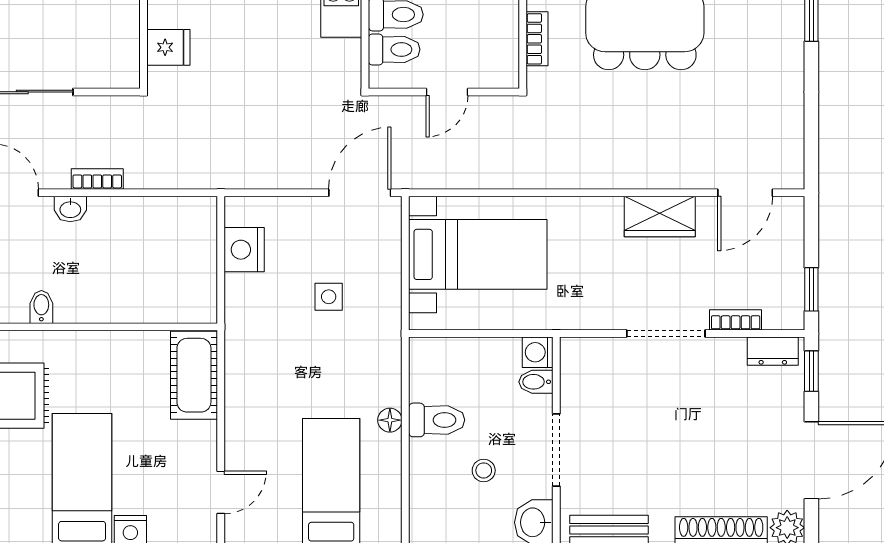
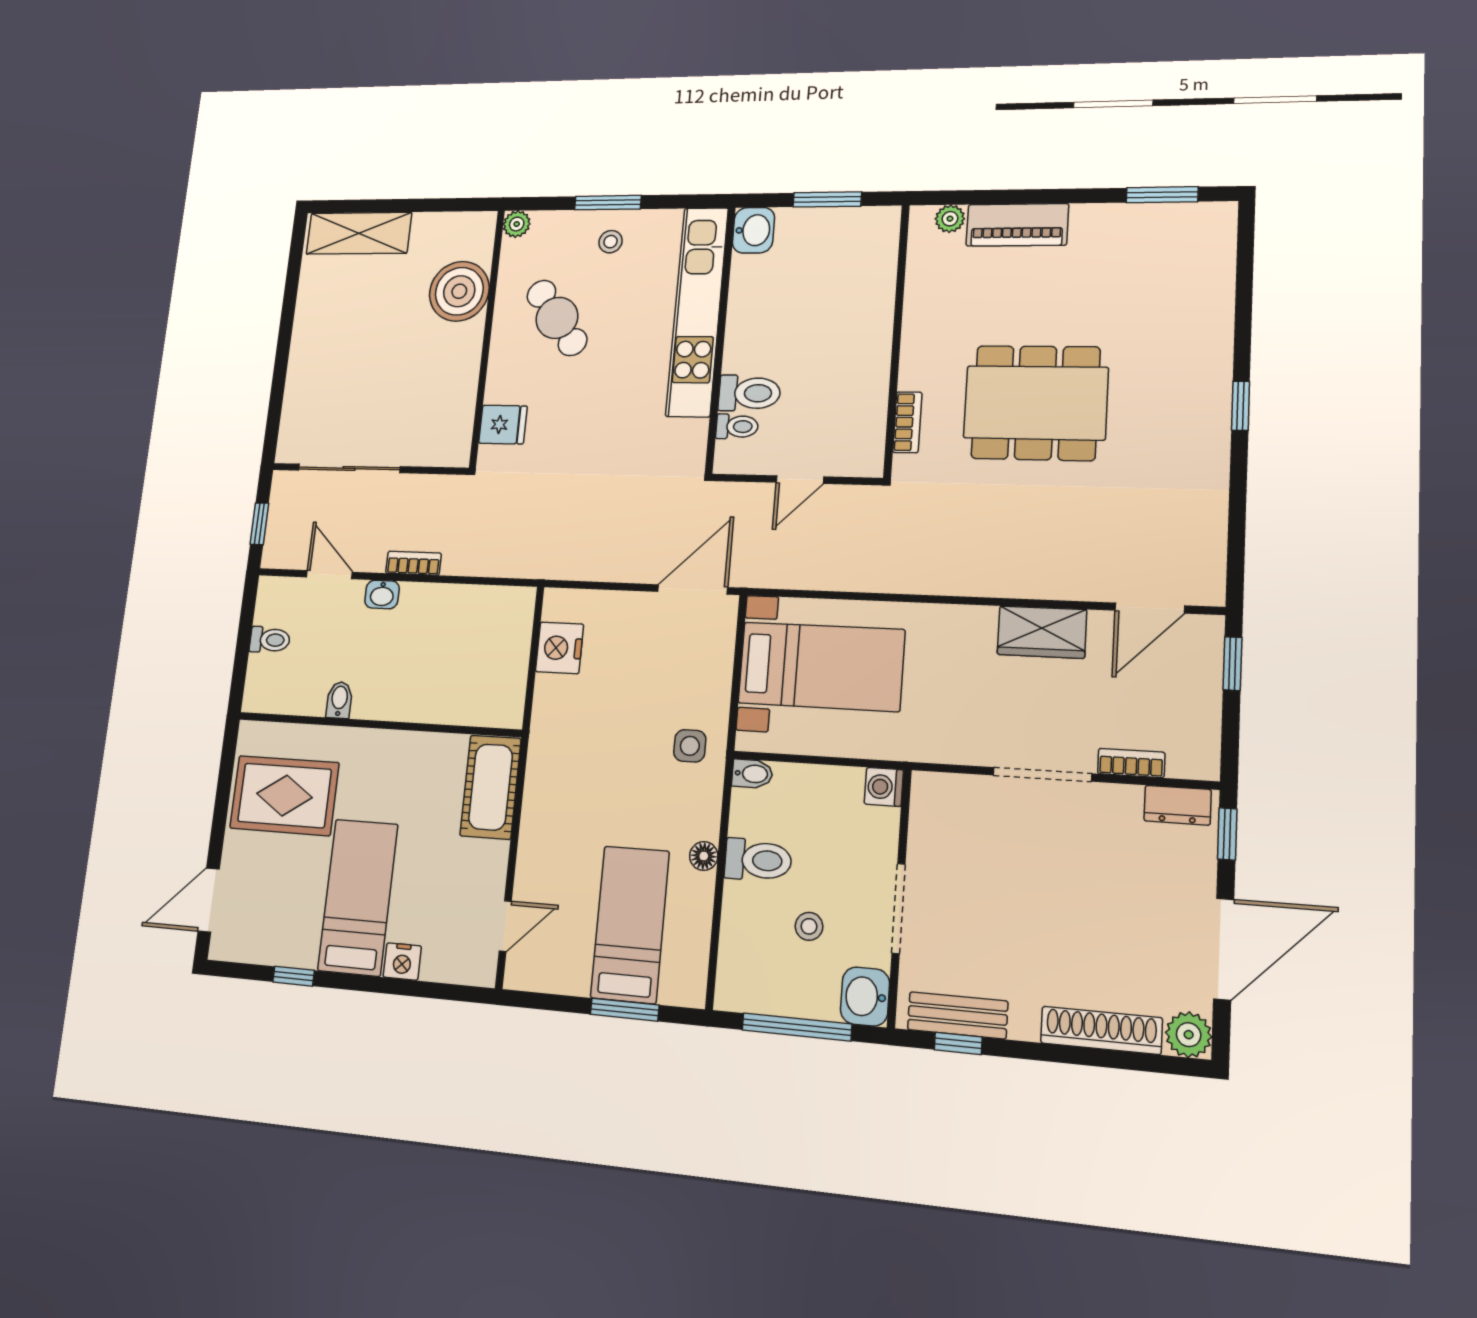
toilet: (394, 49) -> (737, 426), width x0.73, depth x0.72
window: (811, 289) -> (1233, 664), moved
side table: (329, 297) -> (690, 746), moved
bidet: (536, 382) -> (752, 774), moved, turned 180

